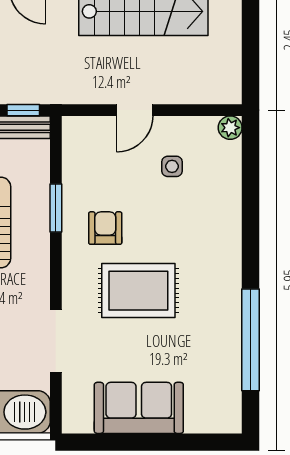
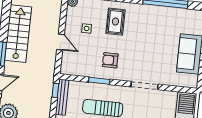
rug: (138, 291) -> (115, 22), moved, width x0.73, depth x0.70
doorway: (56, 341) -> (145, 86), moved

